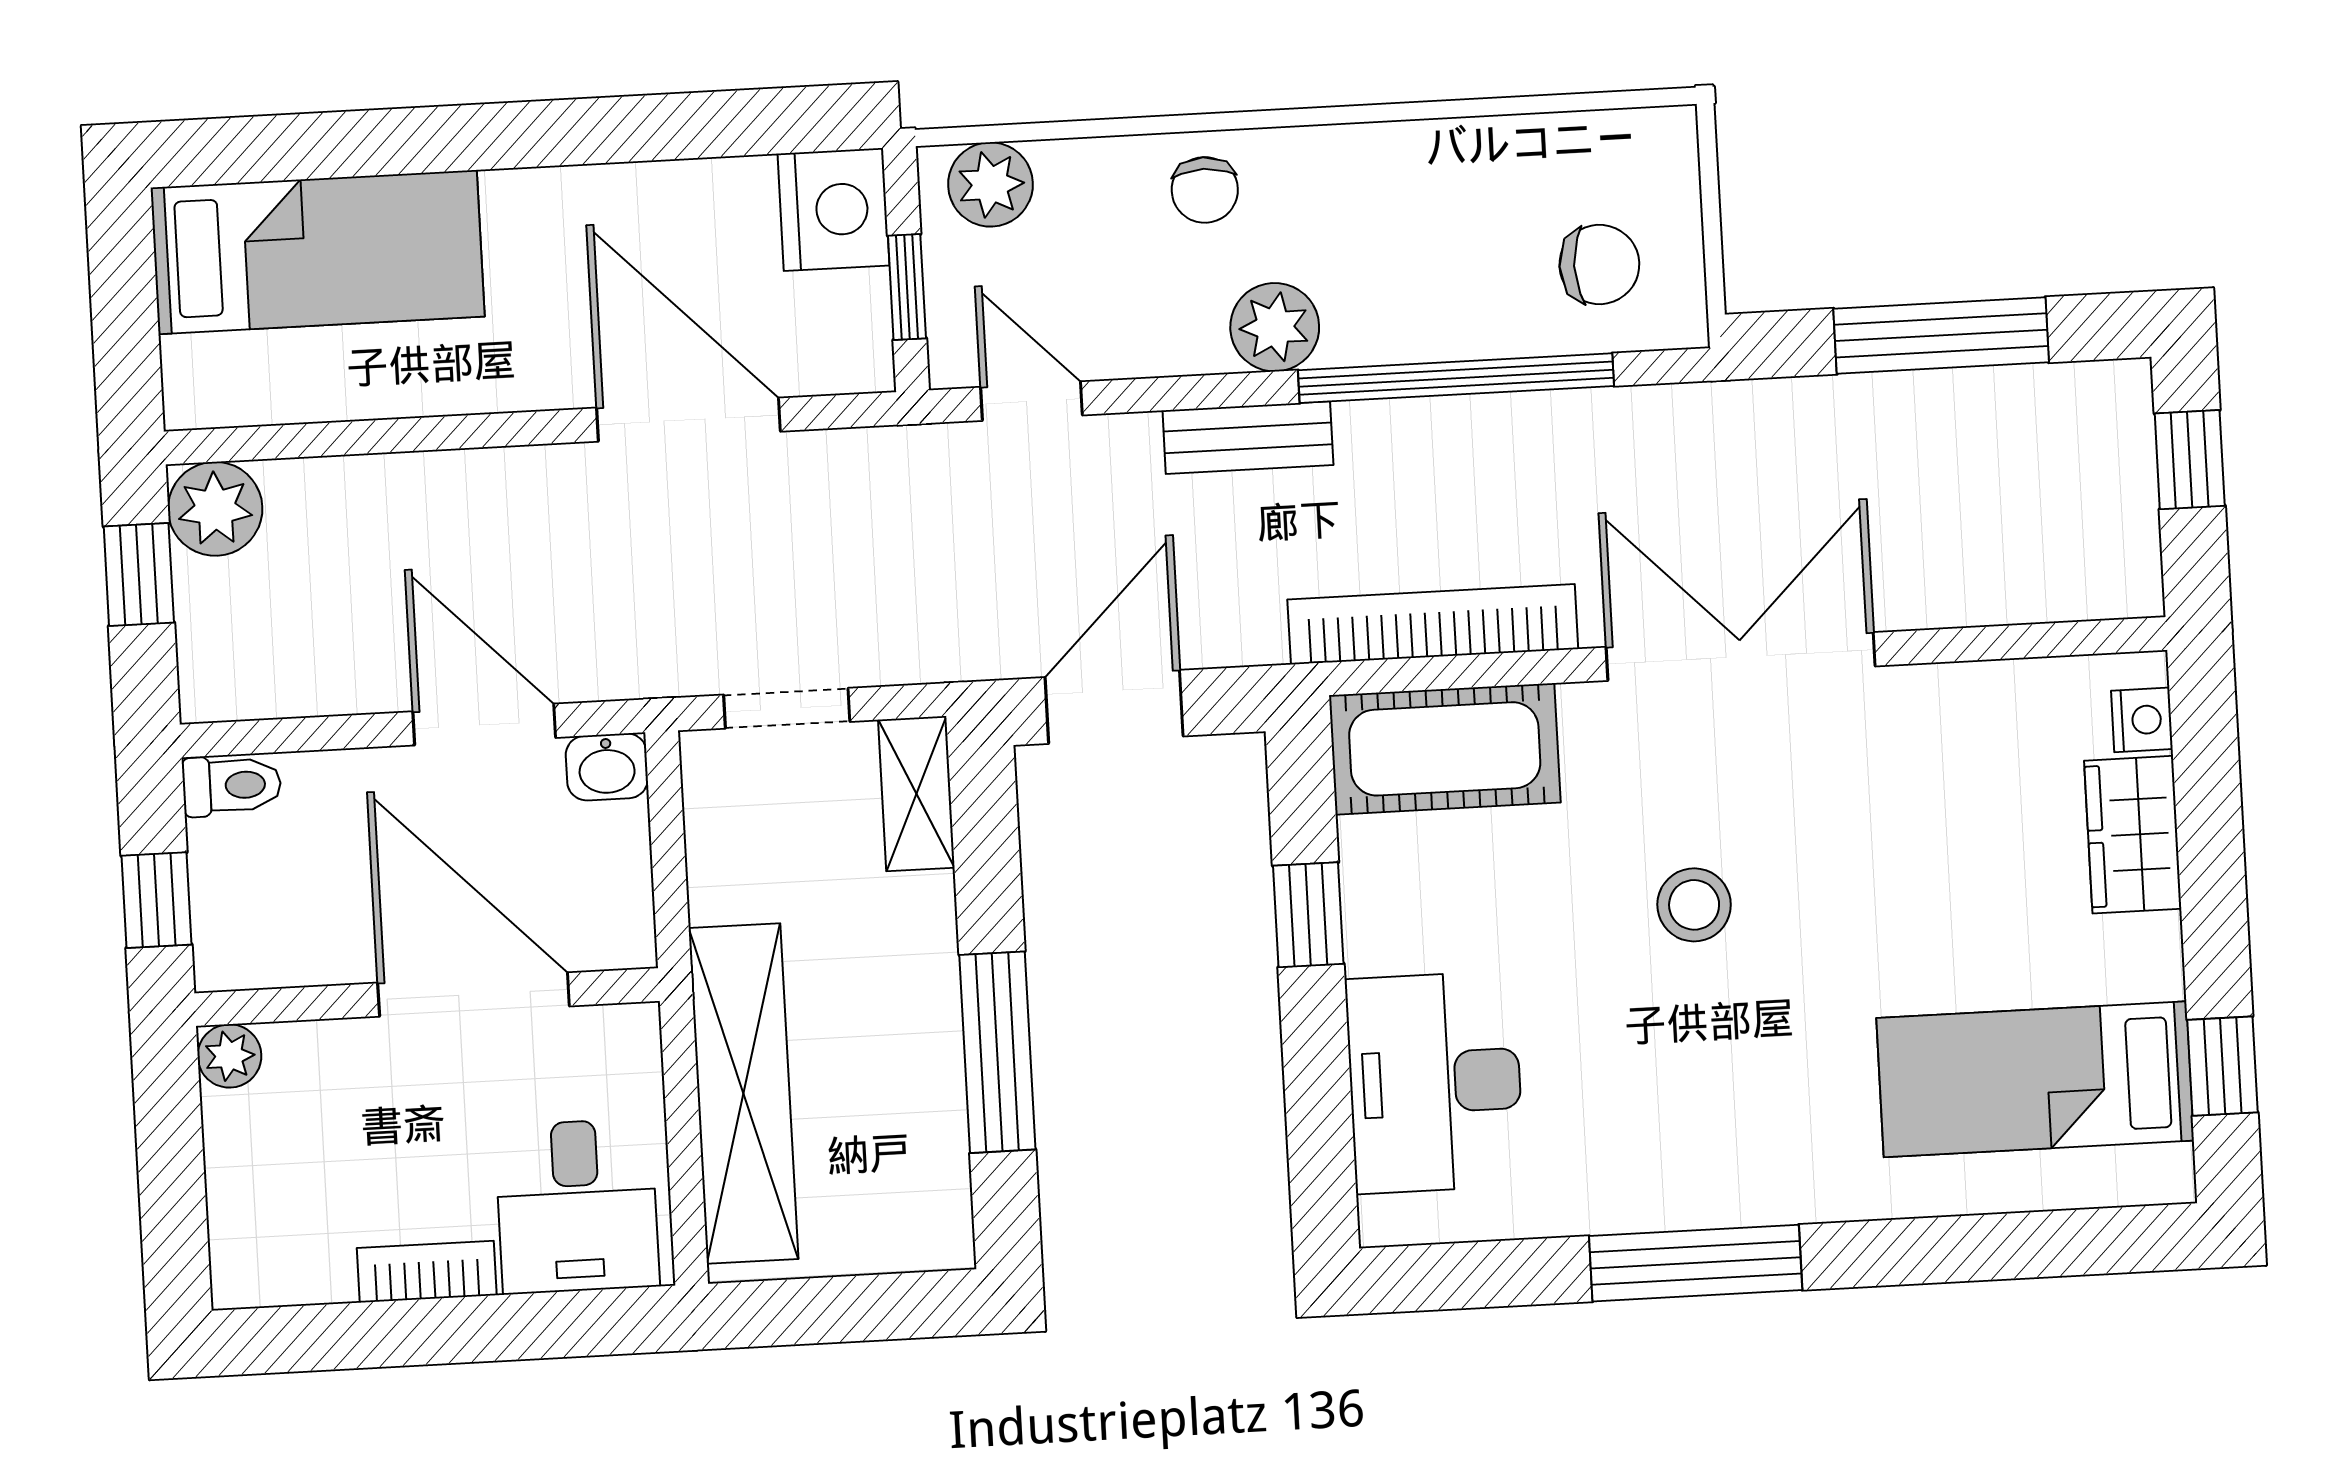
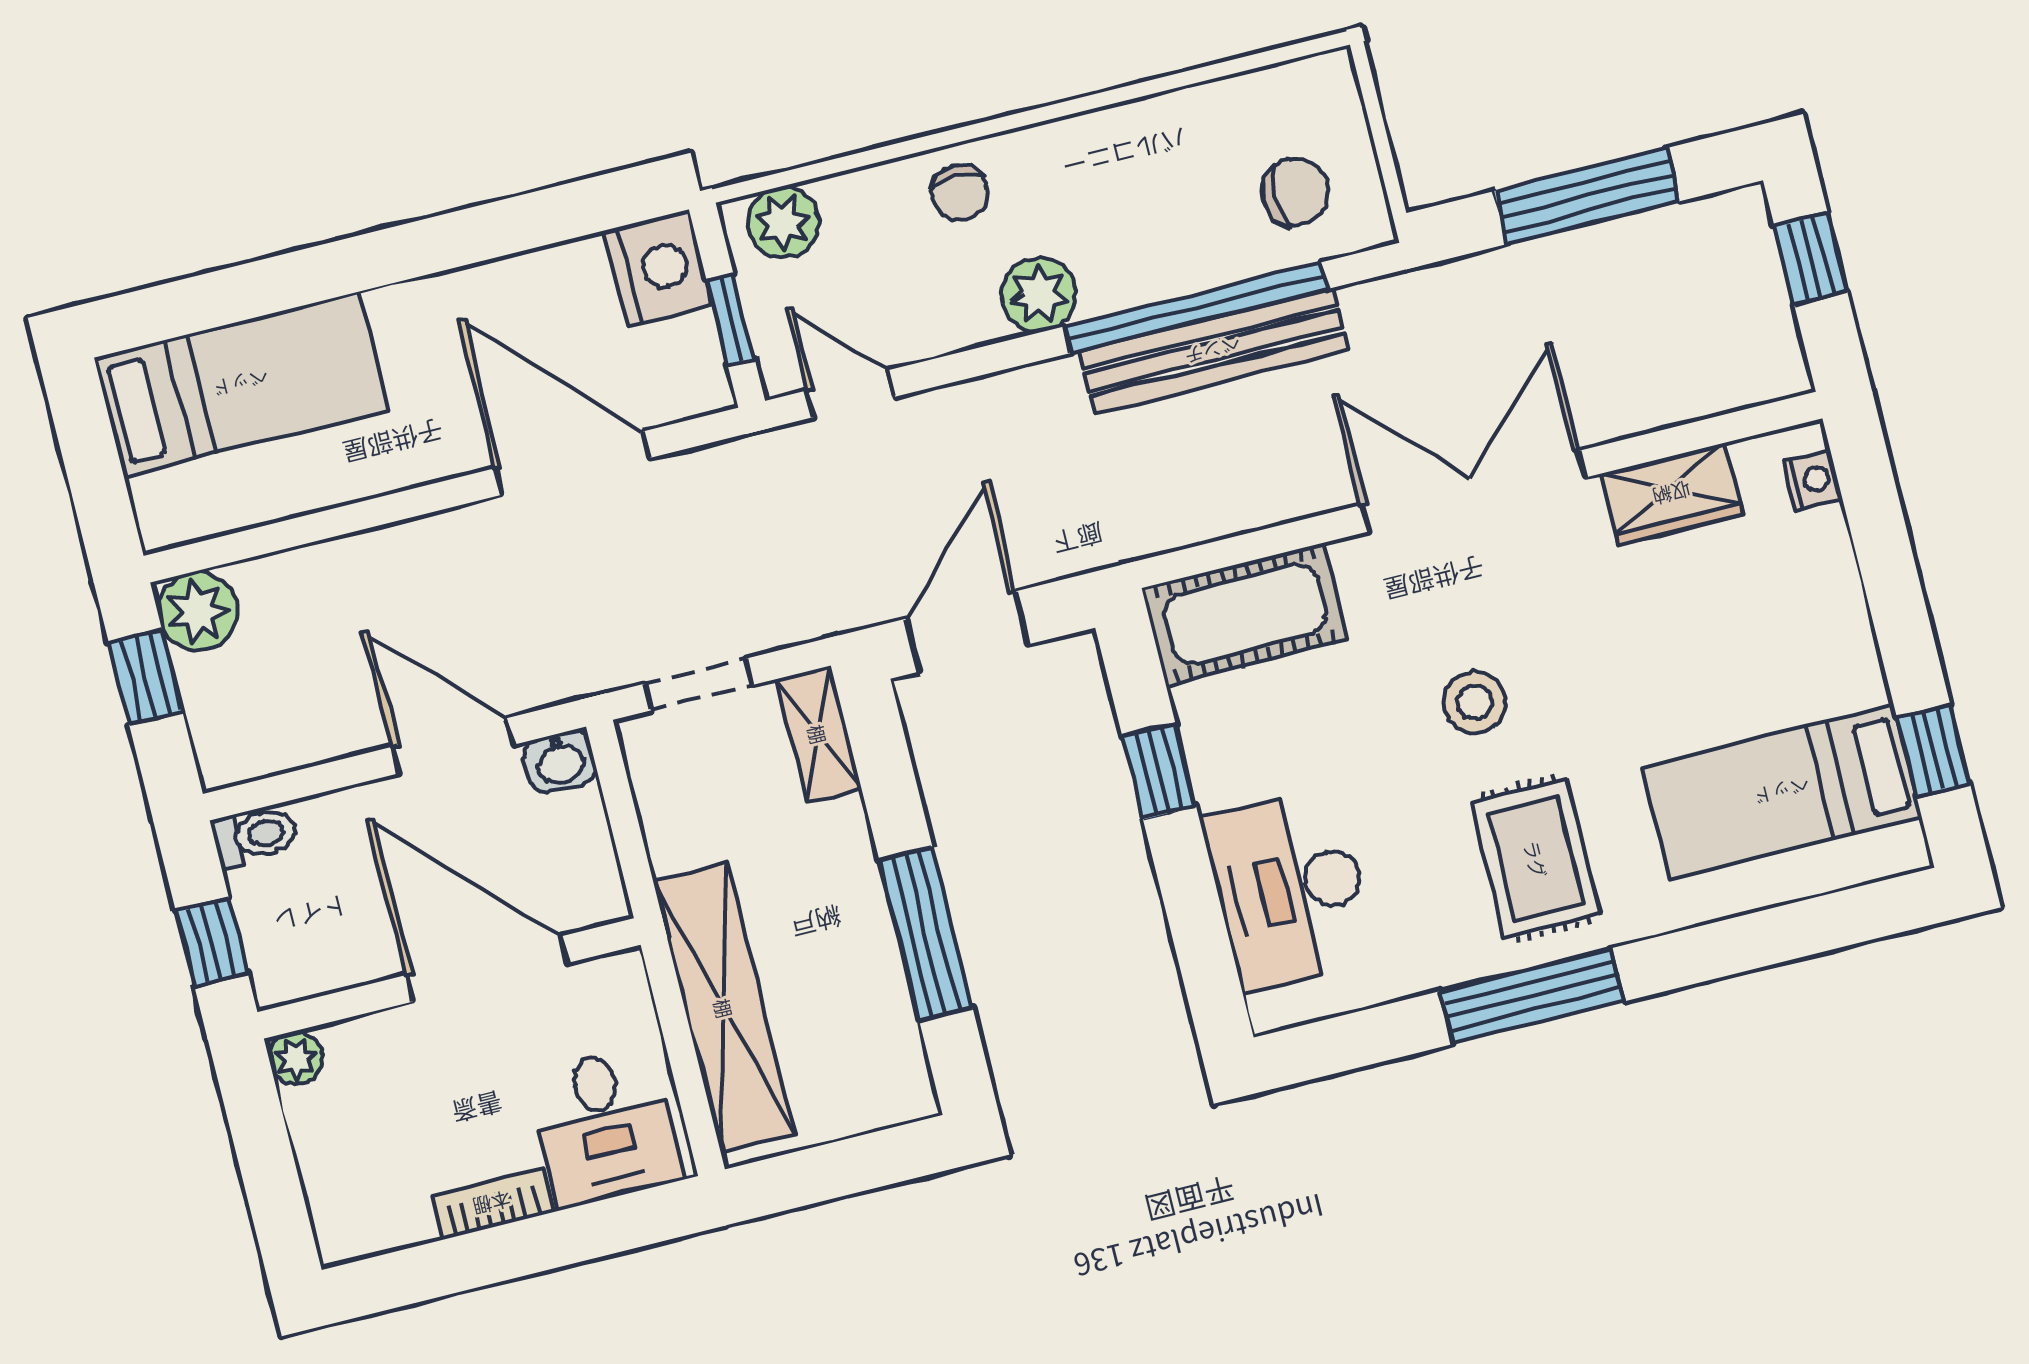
bench: (1248, 438) -> (1213, 351), moved, width x1.86, depth x1.21
bookcase: (1433, 624) -> (1216, 513), removed
wardrobe: (2133, 835) -> (1672, 494), moved, turned -90
rug: (1731, 1102) -> (1536, 859), added

